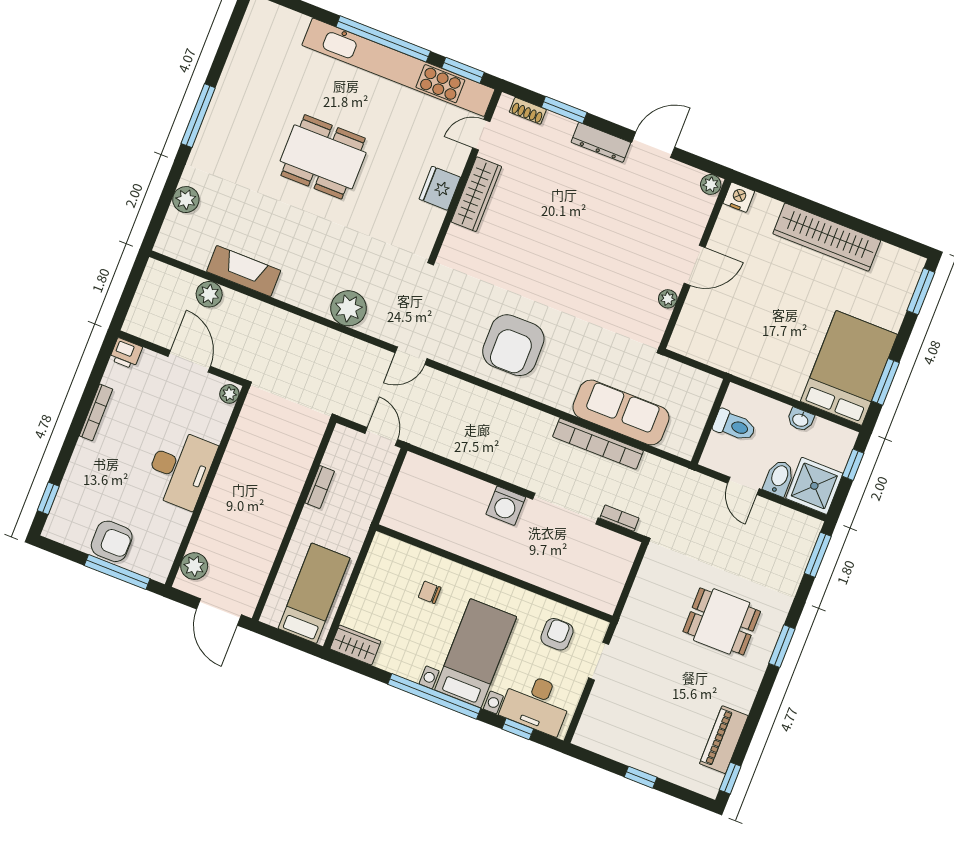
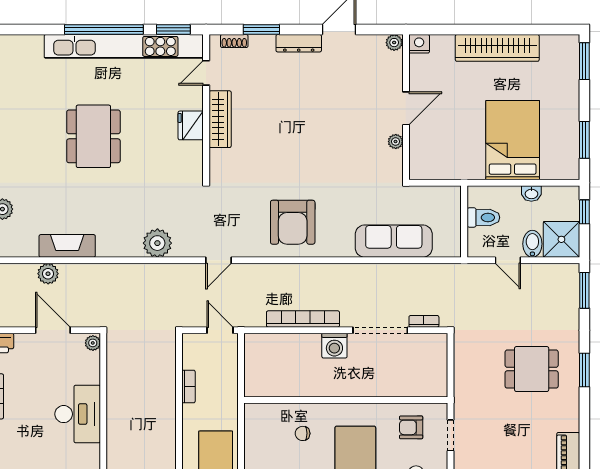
dining table: (323, 157) -> (93, 136), turned 90
bed: (849, 368) -> (513, 140), moved
bookcase: (598, 444) -> (303, 319), moved, turned 180
armchair: (557, 634) -> (411, 427), turned -90

